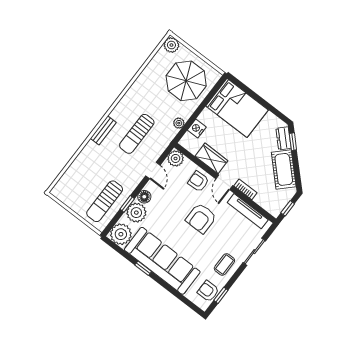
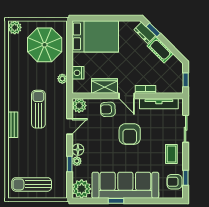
sun lounger: (137, 134) -> (38, 109), turned 180
cot: (284, 169) -> (160, 50), width x0.73, depth x0.75
door: (153, 170) -> (70, 126), hinge flipped
sun lounger: (105, 201) -> (32, 184), moved, turned 90
plant: (136, 213) -> (77, 161), width x0.53, depth x0.53

